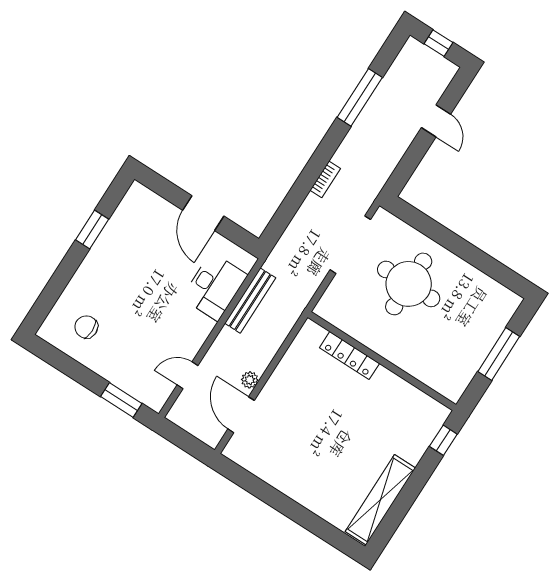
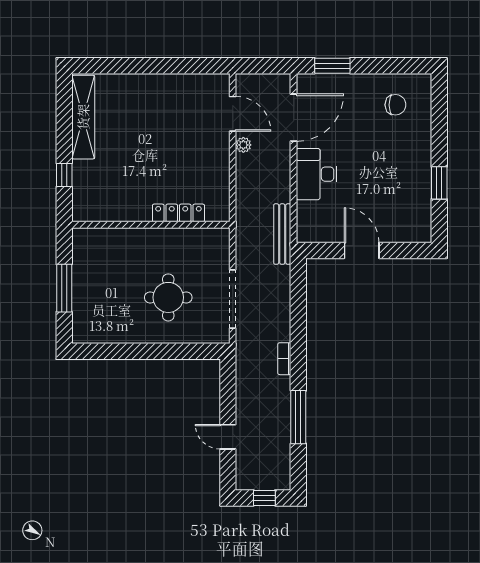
bookcase: (325, 179) -> (284, 359), moved
round table: (409, 284) -> (168, 297), width x0.73, depth x0.73
desk: (215, 286) -> (317, 174), moved
bench: (250, 301) -> (282, 234), moved
door: (187, 375) -> (294, 118), width x1.88
window: (443, 440) -> (64, 175), moved

